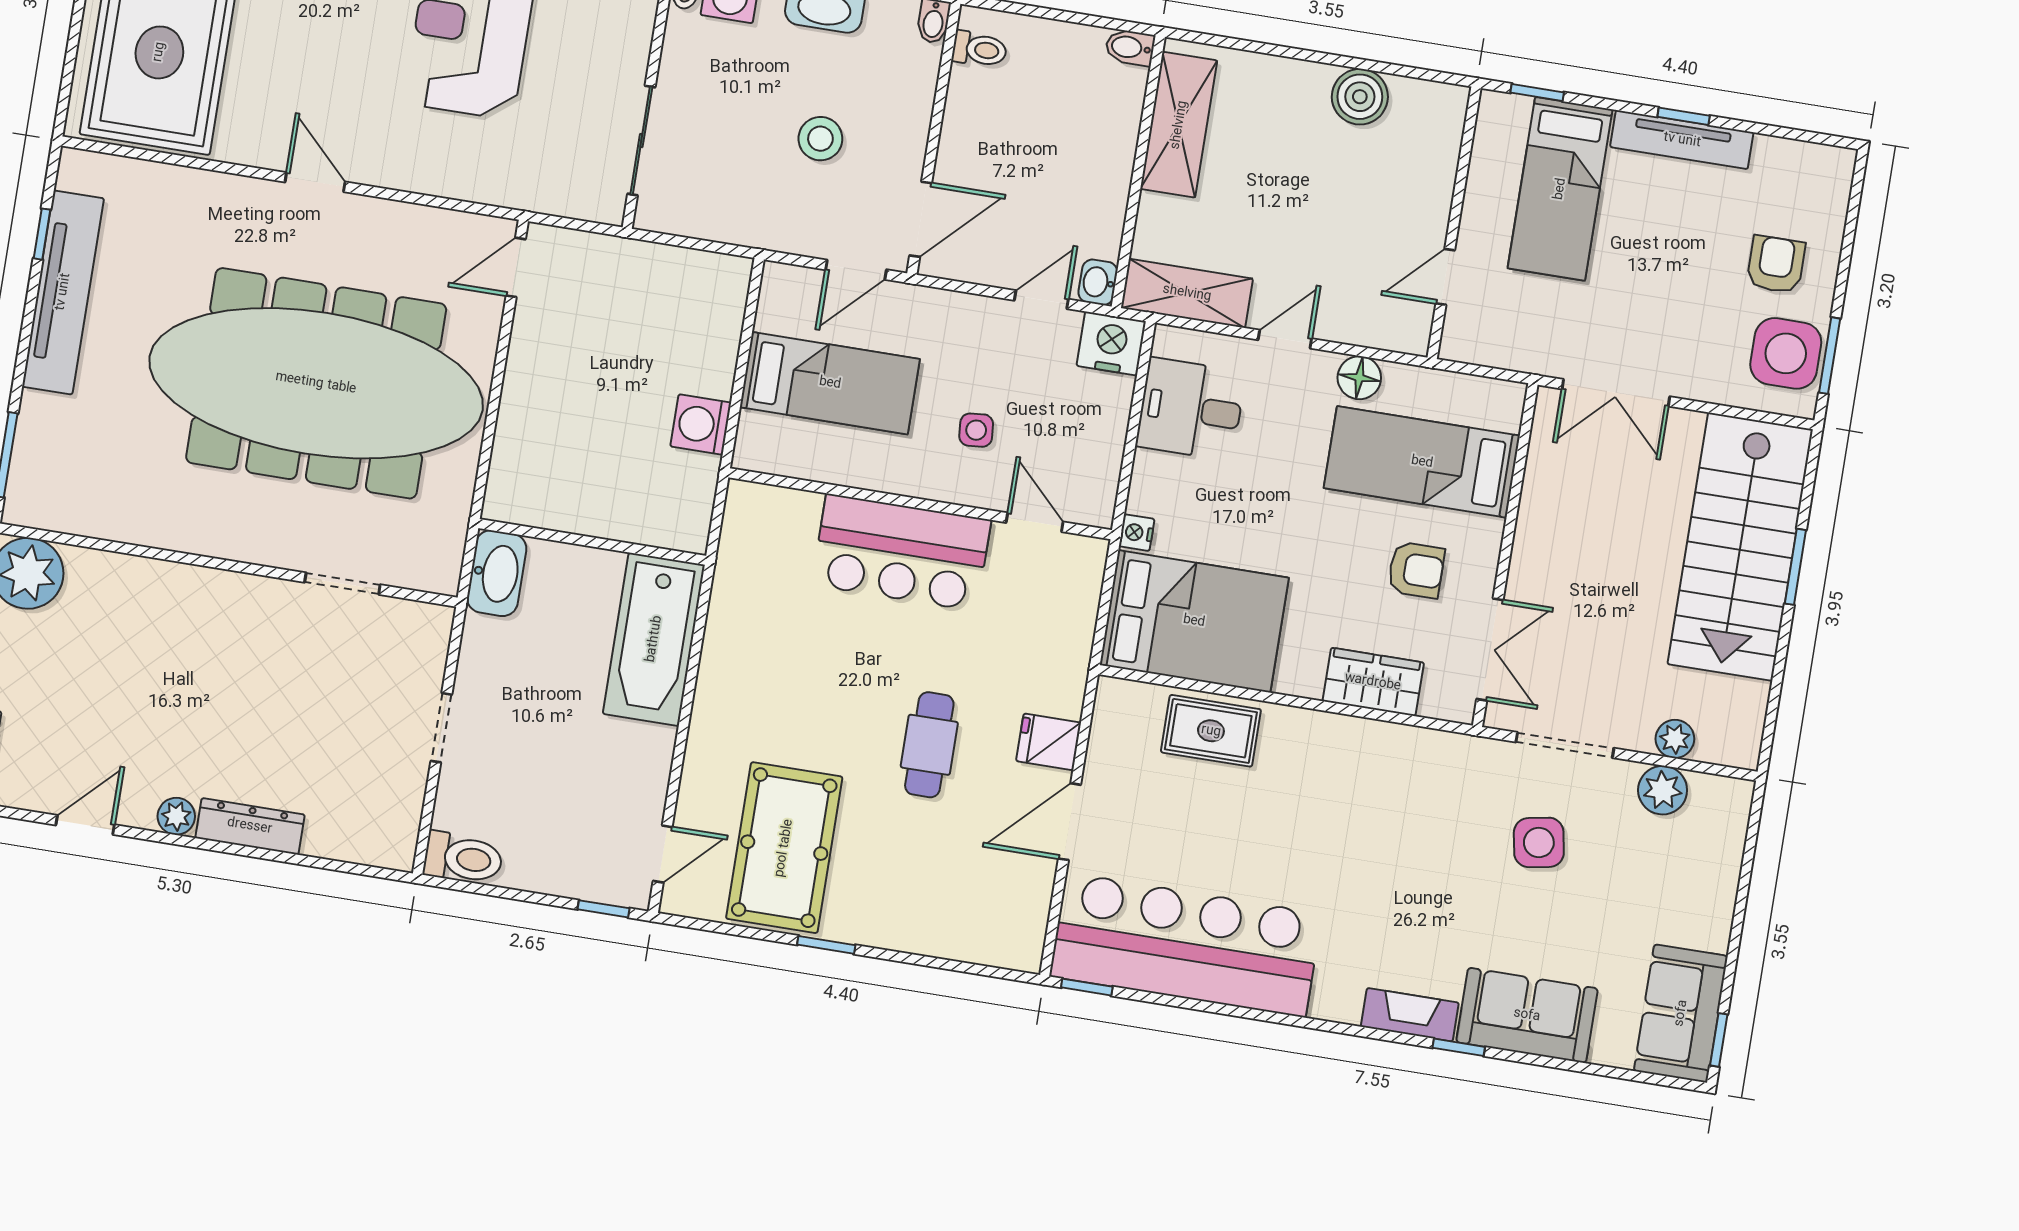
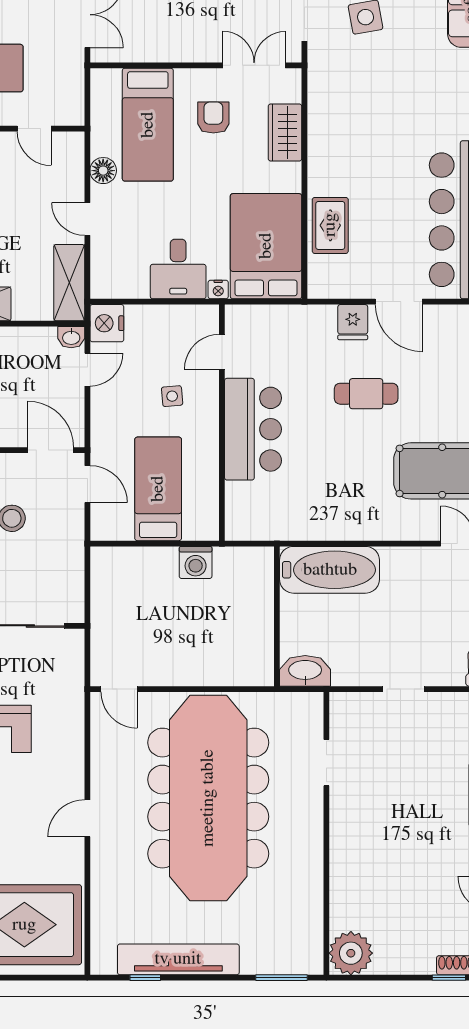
door: (1041, 300) -> (87, 370), swing flipped
desk: (1191, 409) -> (178, 269), moved

